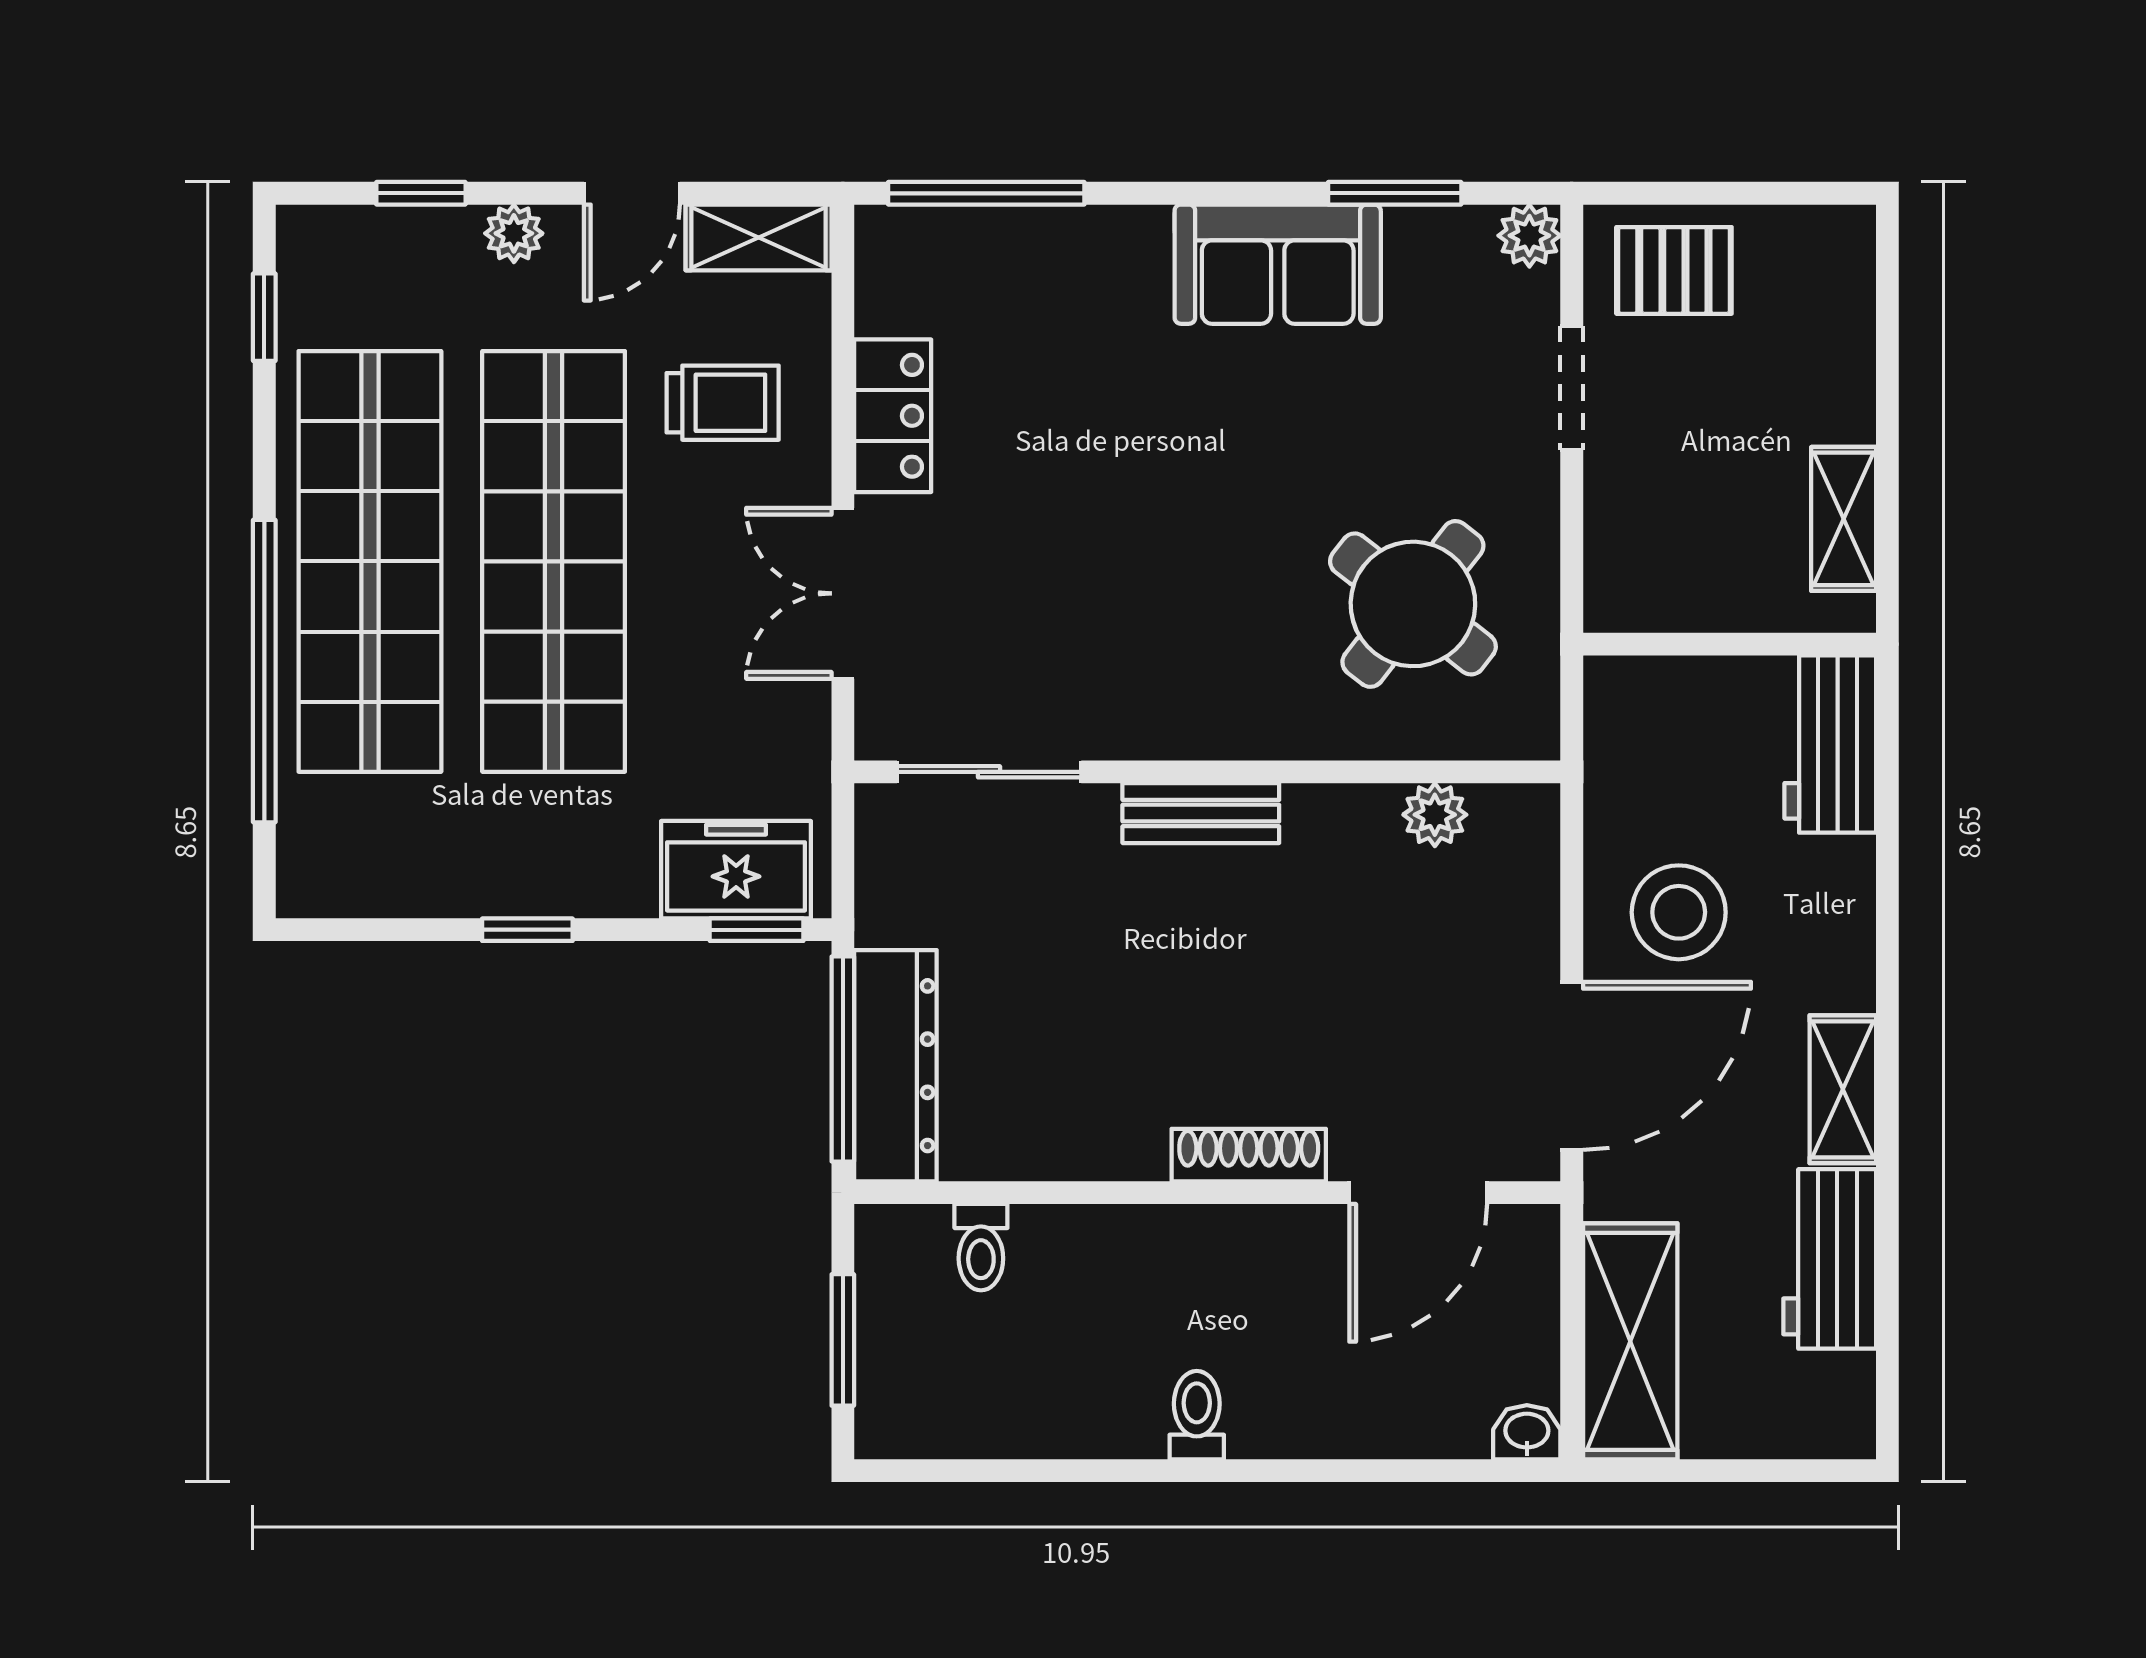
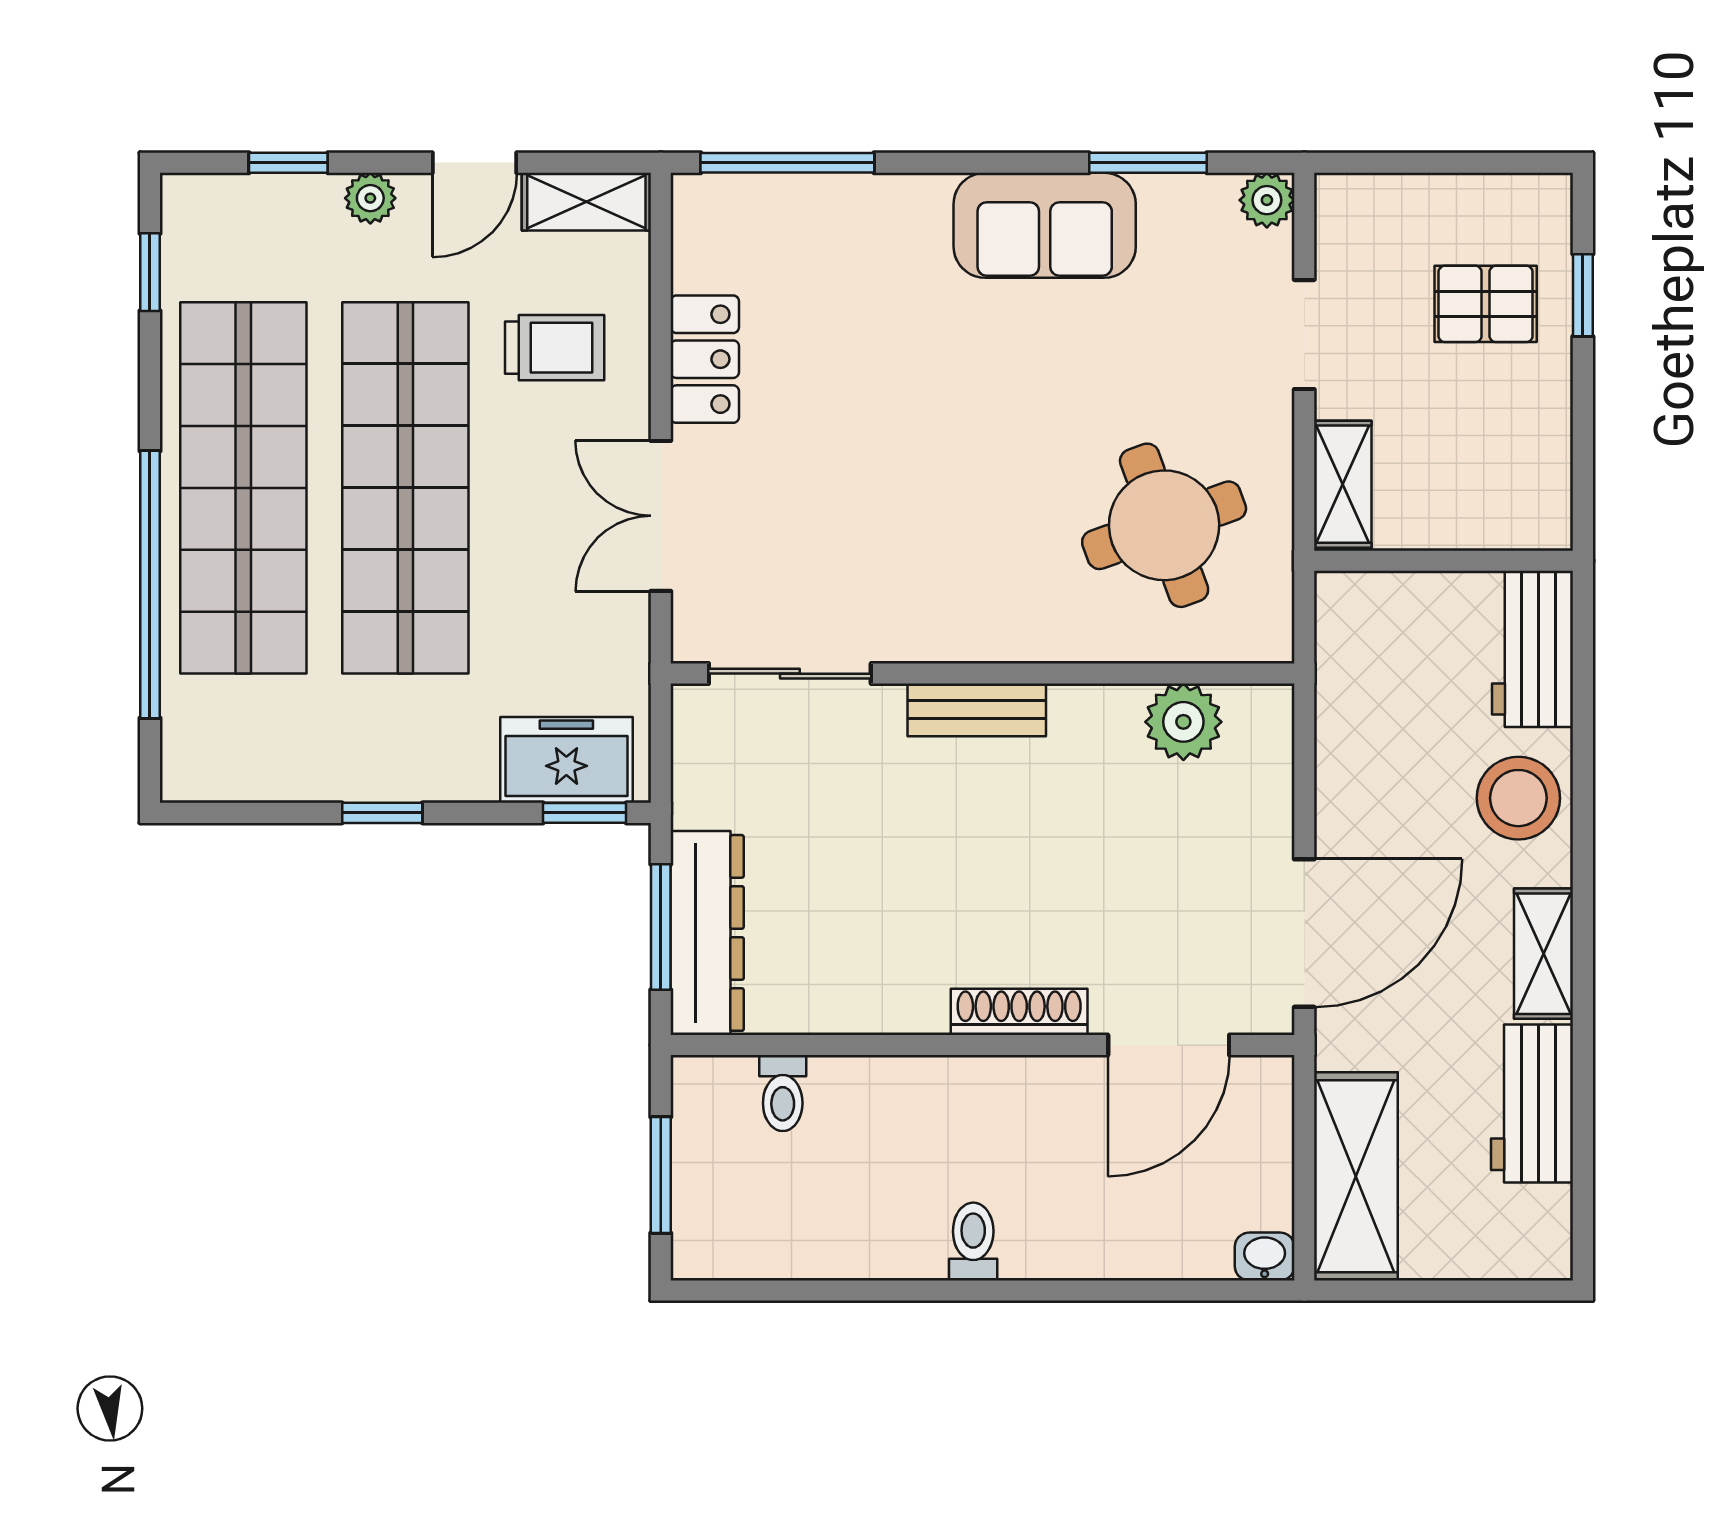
pallet: (1674, 270) -> (1486, 304), moved
window: (1887, 343) -> (1583, 295), added
shelving: (1844, 519) -> (1343, 484), moved
round table: (1413, 604) -> (1164, 525), turned 32
plant: (1435, 815) -> (1183, 722), width x1.38, depth x1.38
stool: (1679, 912) -> (1518, 798), moved
window: (843, 1059) -> (661, 927), width x0.69

